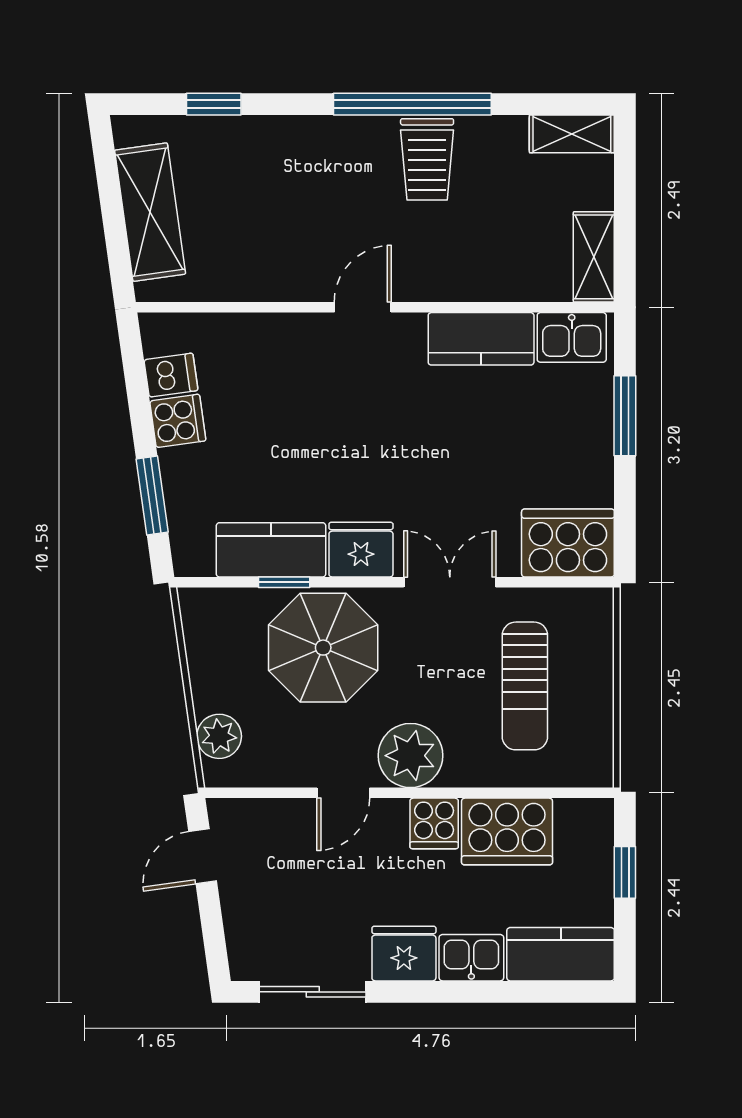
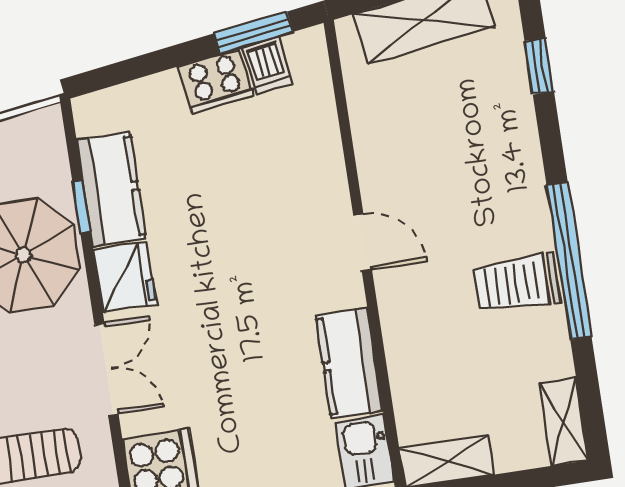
cooker: (178, 421) -> (215, 81), width x1.36
window: (152, 496) -> (253, 33), moved

